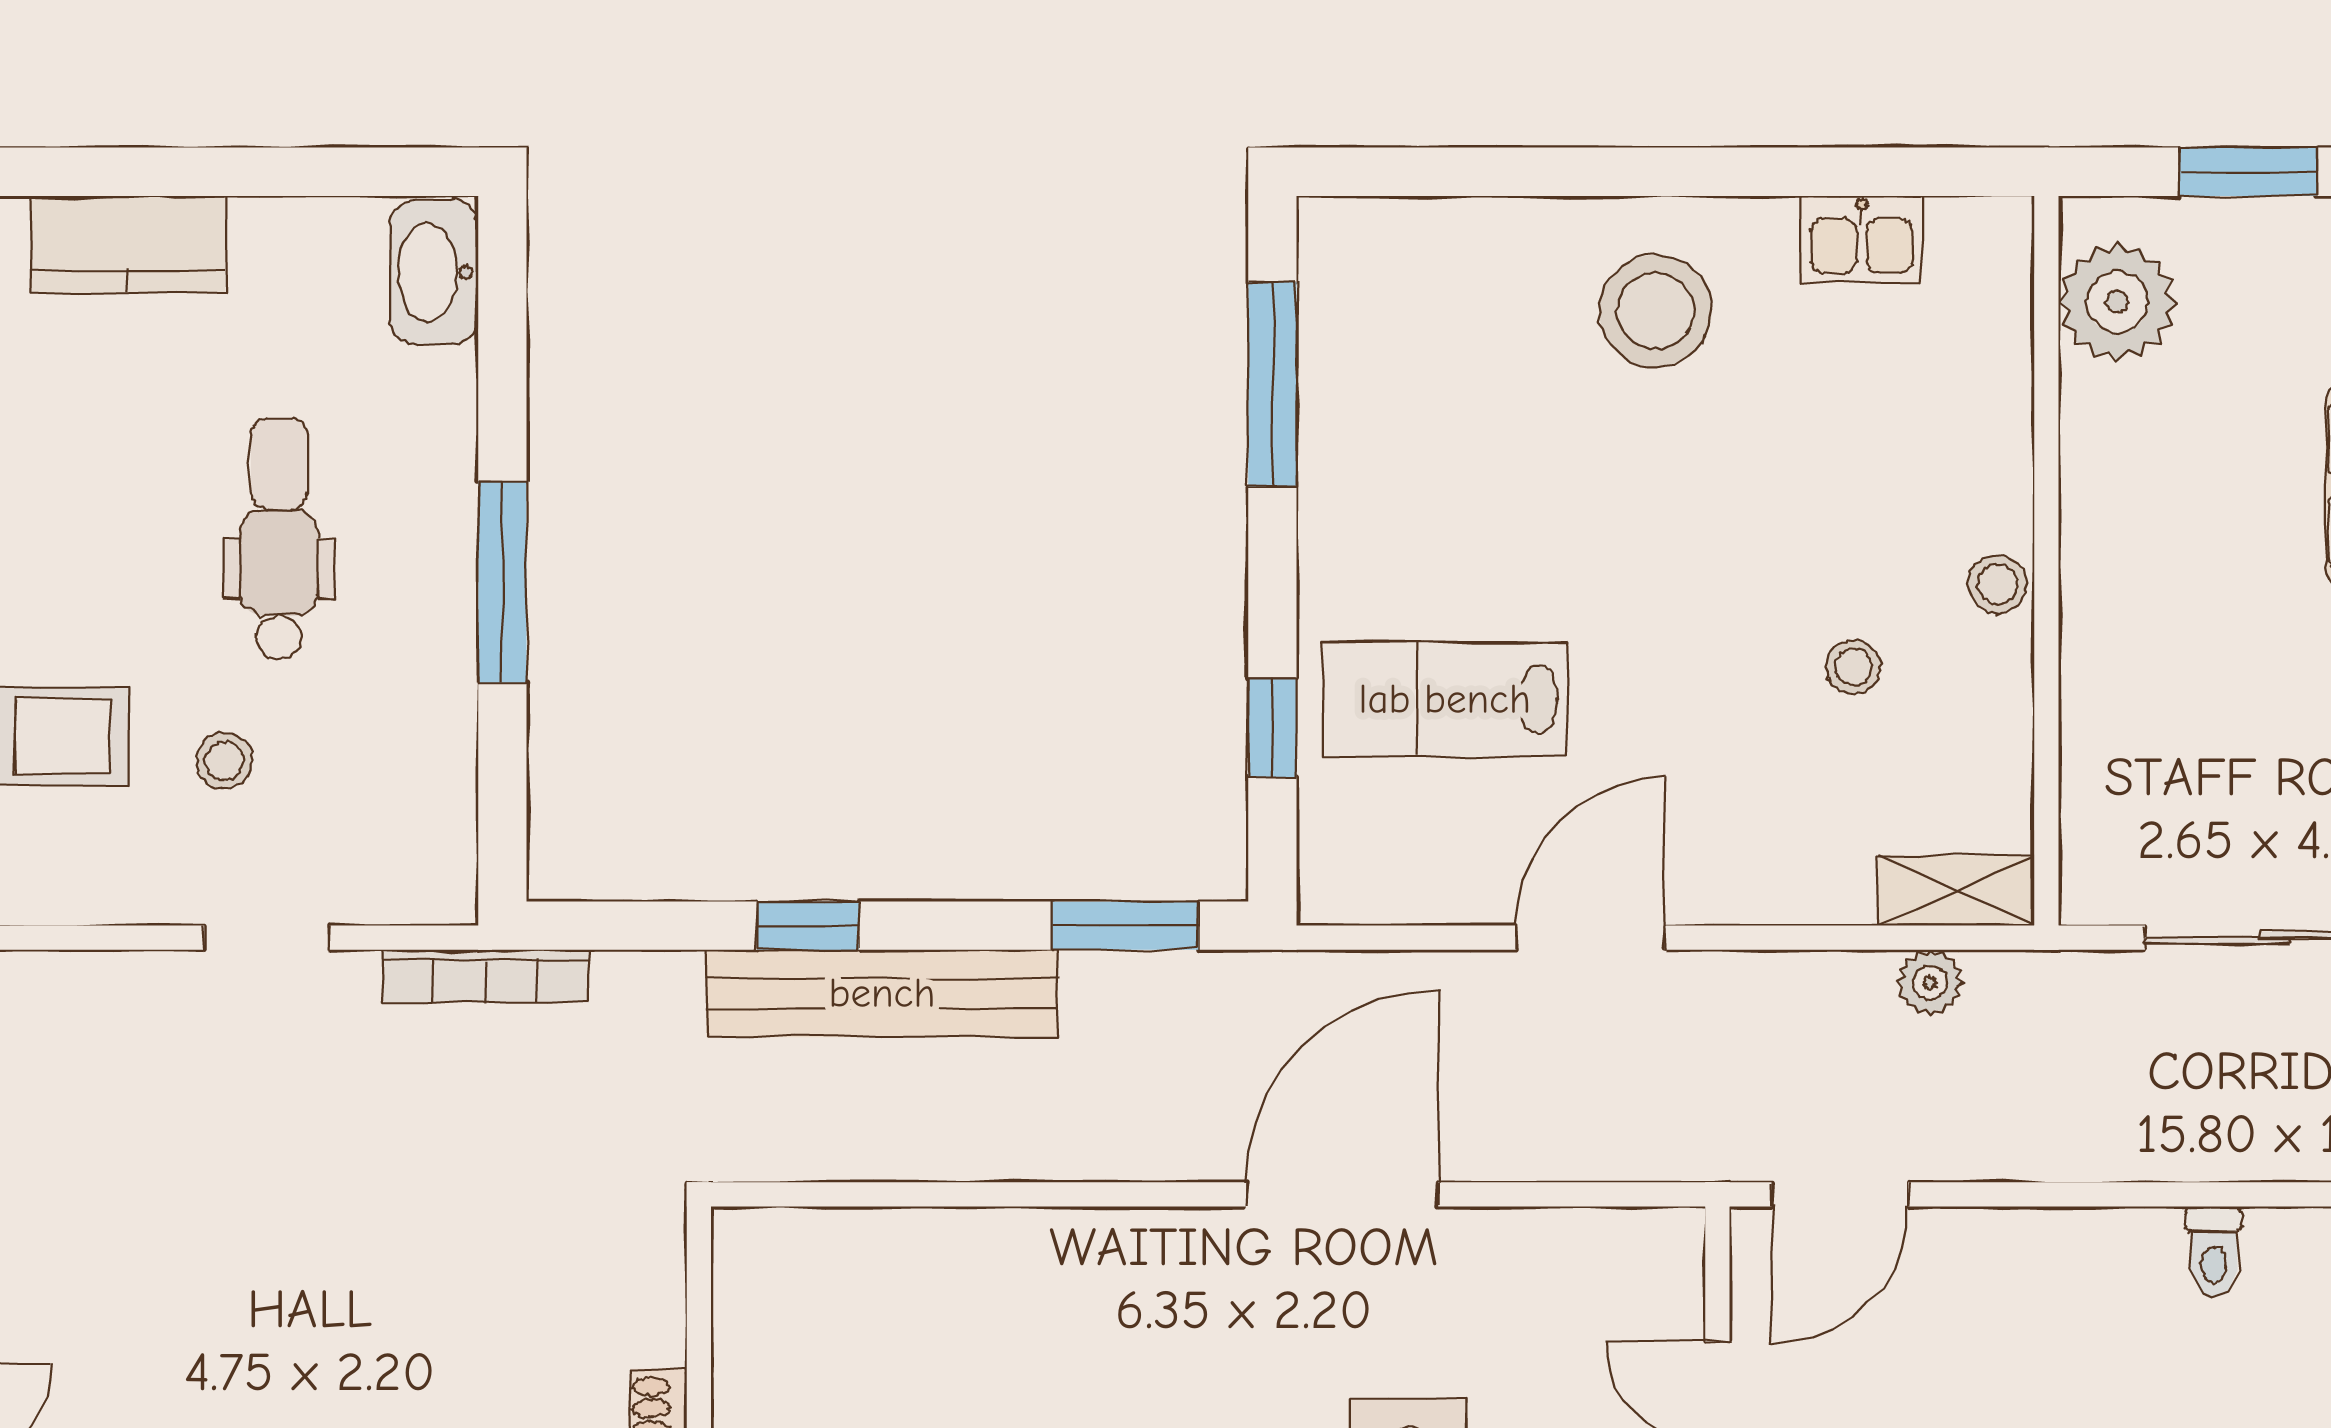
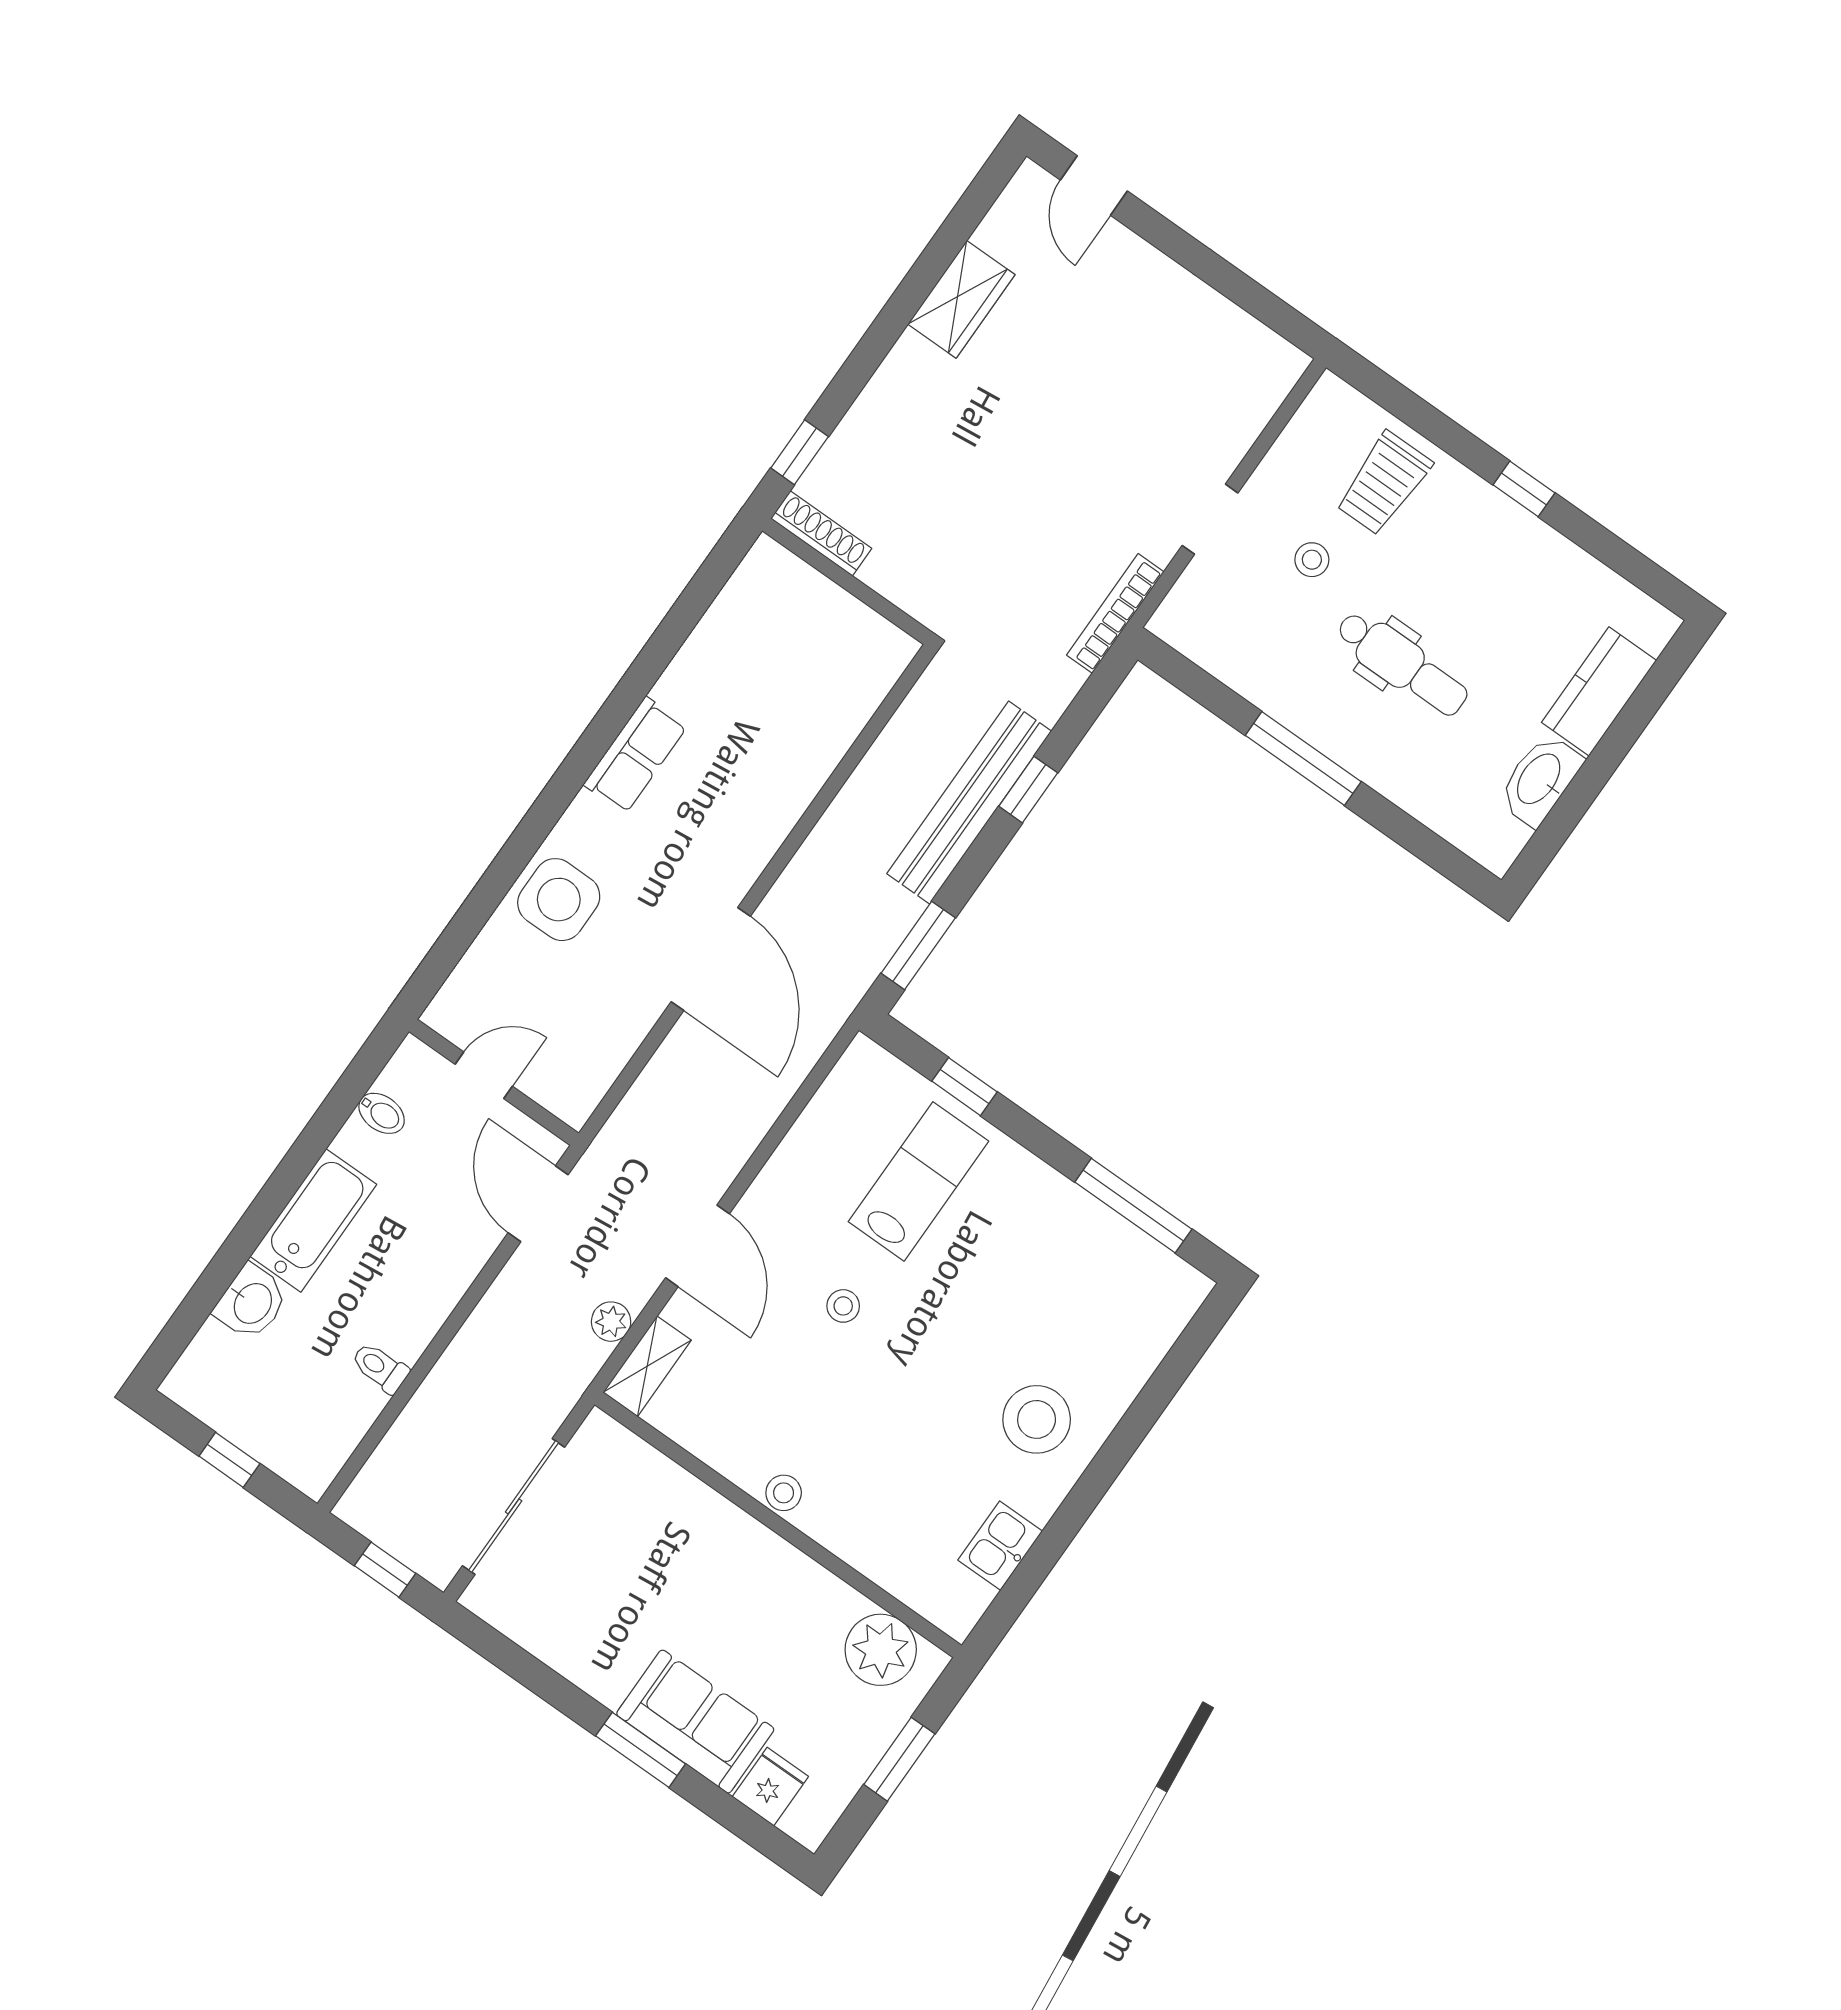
washbasin: (434, 272) -> (1540, 780), moved, turned -90
stool: (1853, 667) -> (843, 1306), moved
door: (1591, 938) -> (697, 1246), moved

